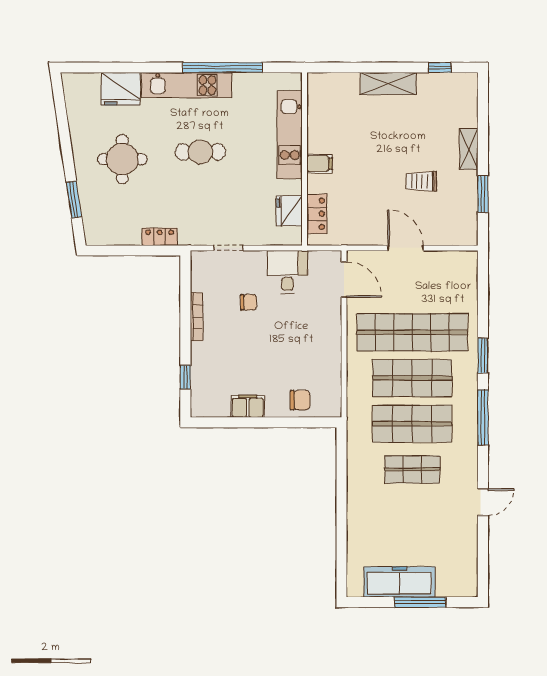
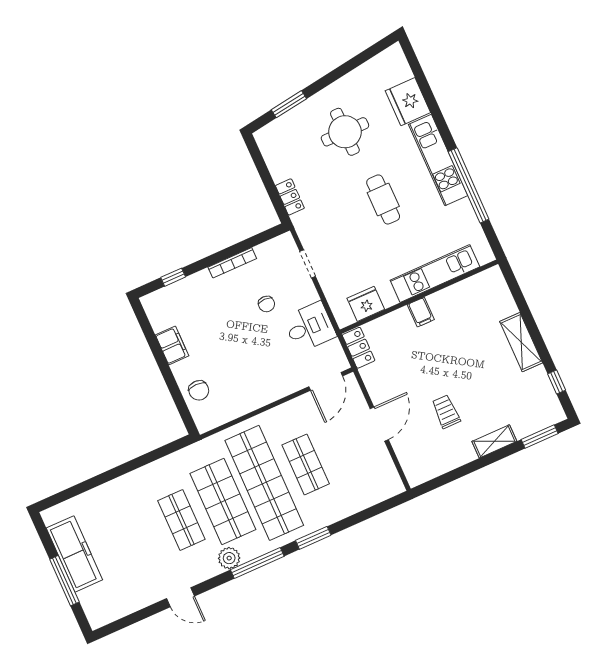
window: (483, 194) -> (540, 437), moved
locker: (317, 214) -> (359, 348), moved, turned -90
shop shelf: (412, 332) -> (306, 464), width x0.50, depth x0.74
shop shelf: (412, 378) -> (264, 483), width x1.40
plant: (467, 441) -> (229, 558), added

